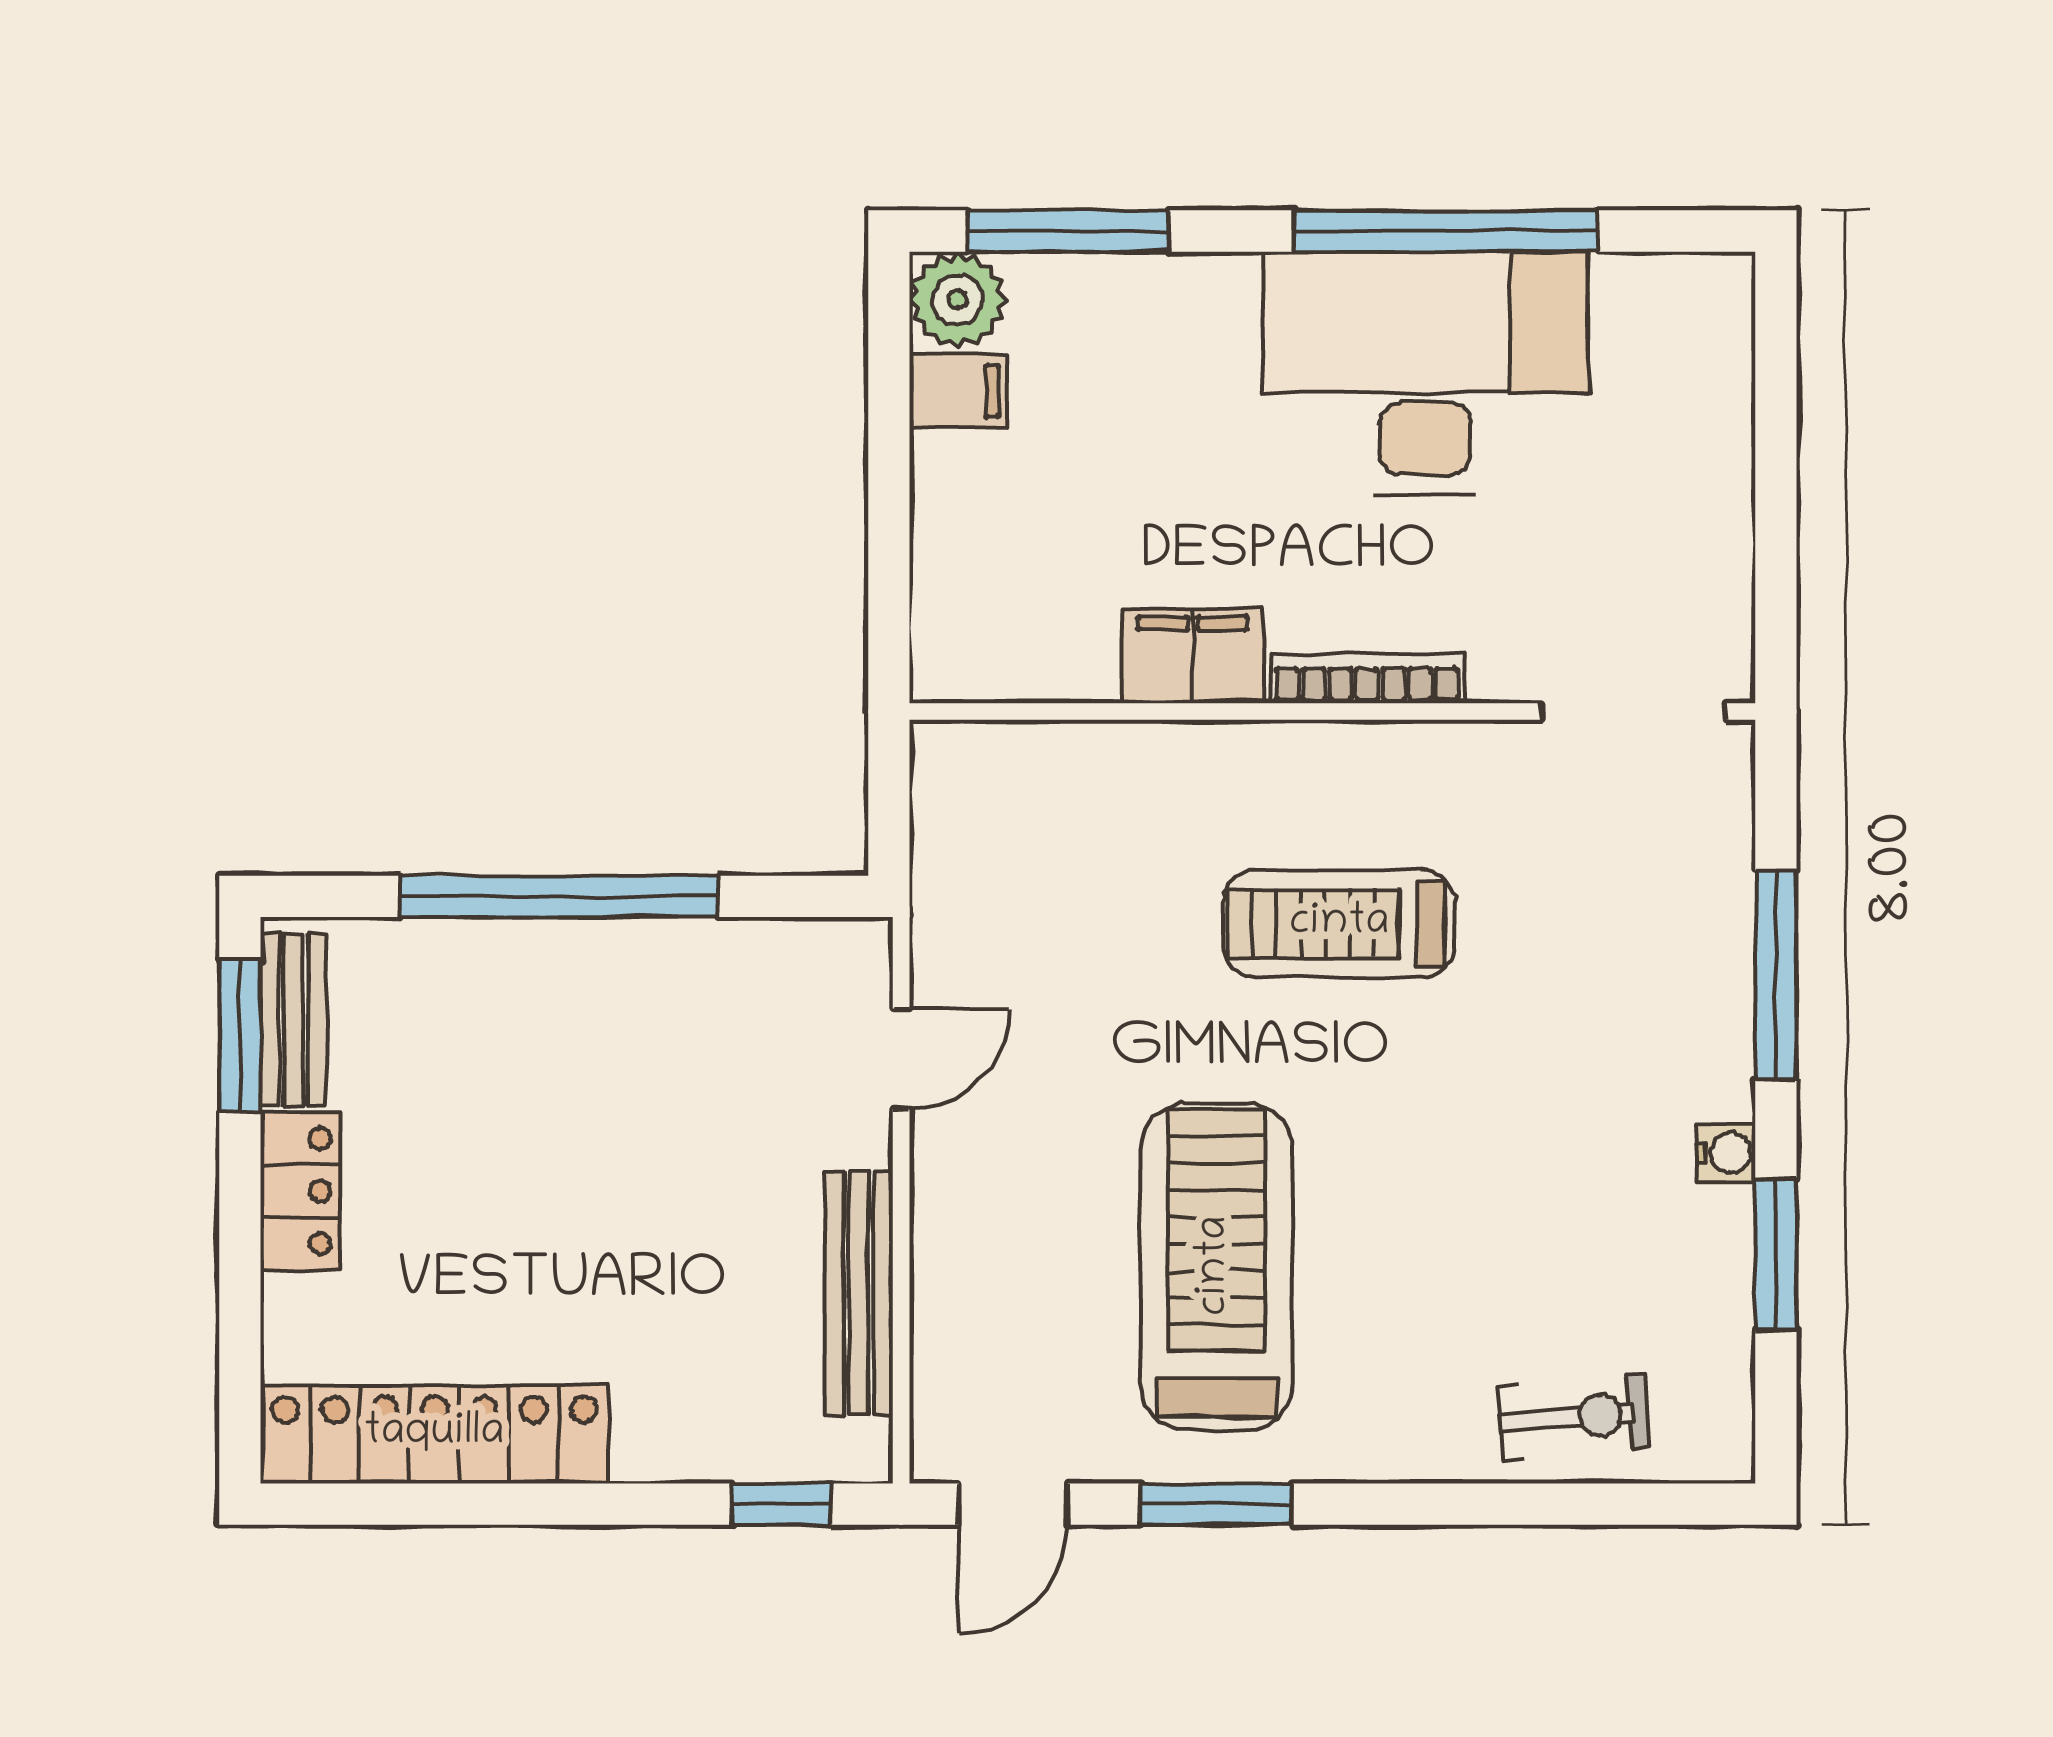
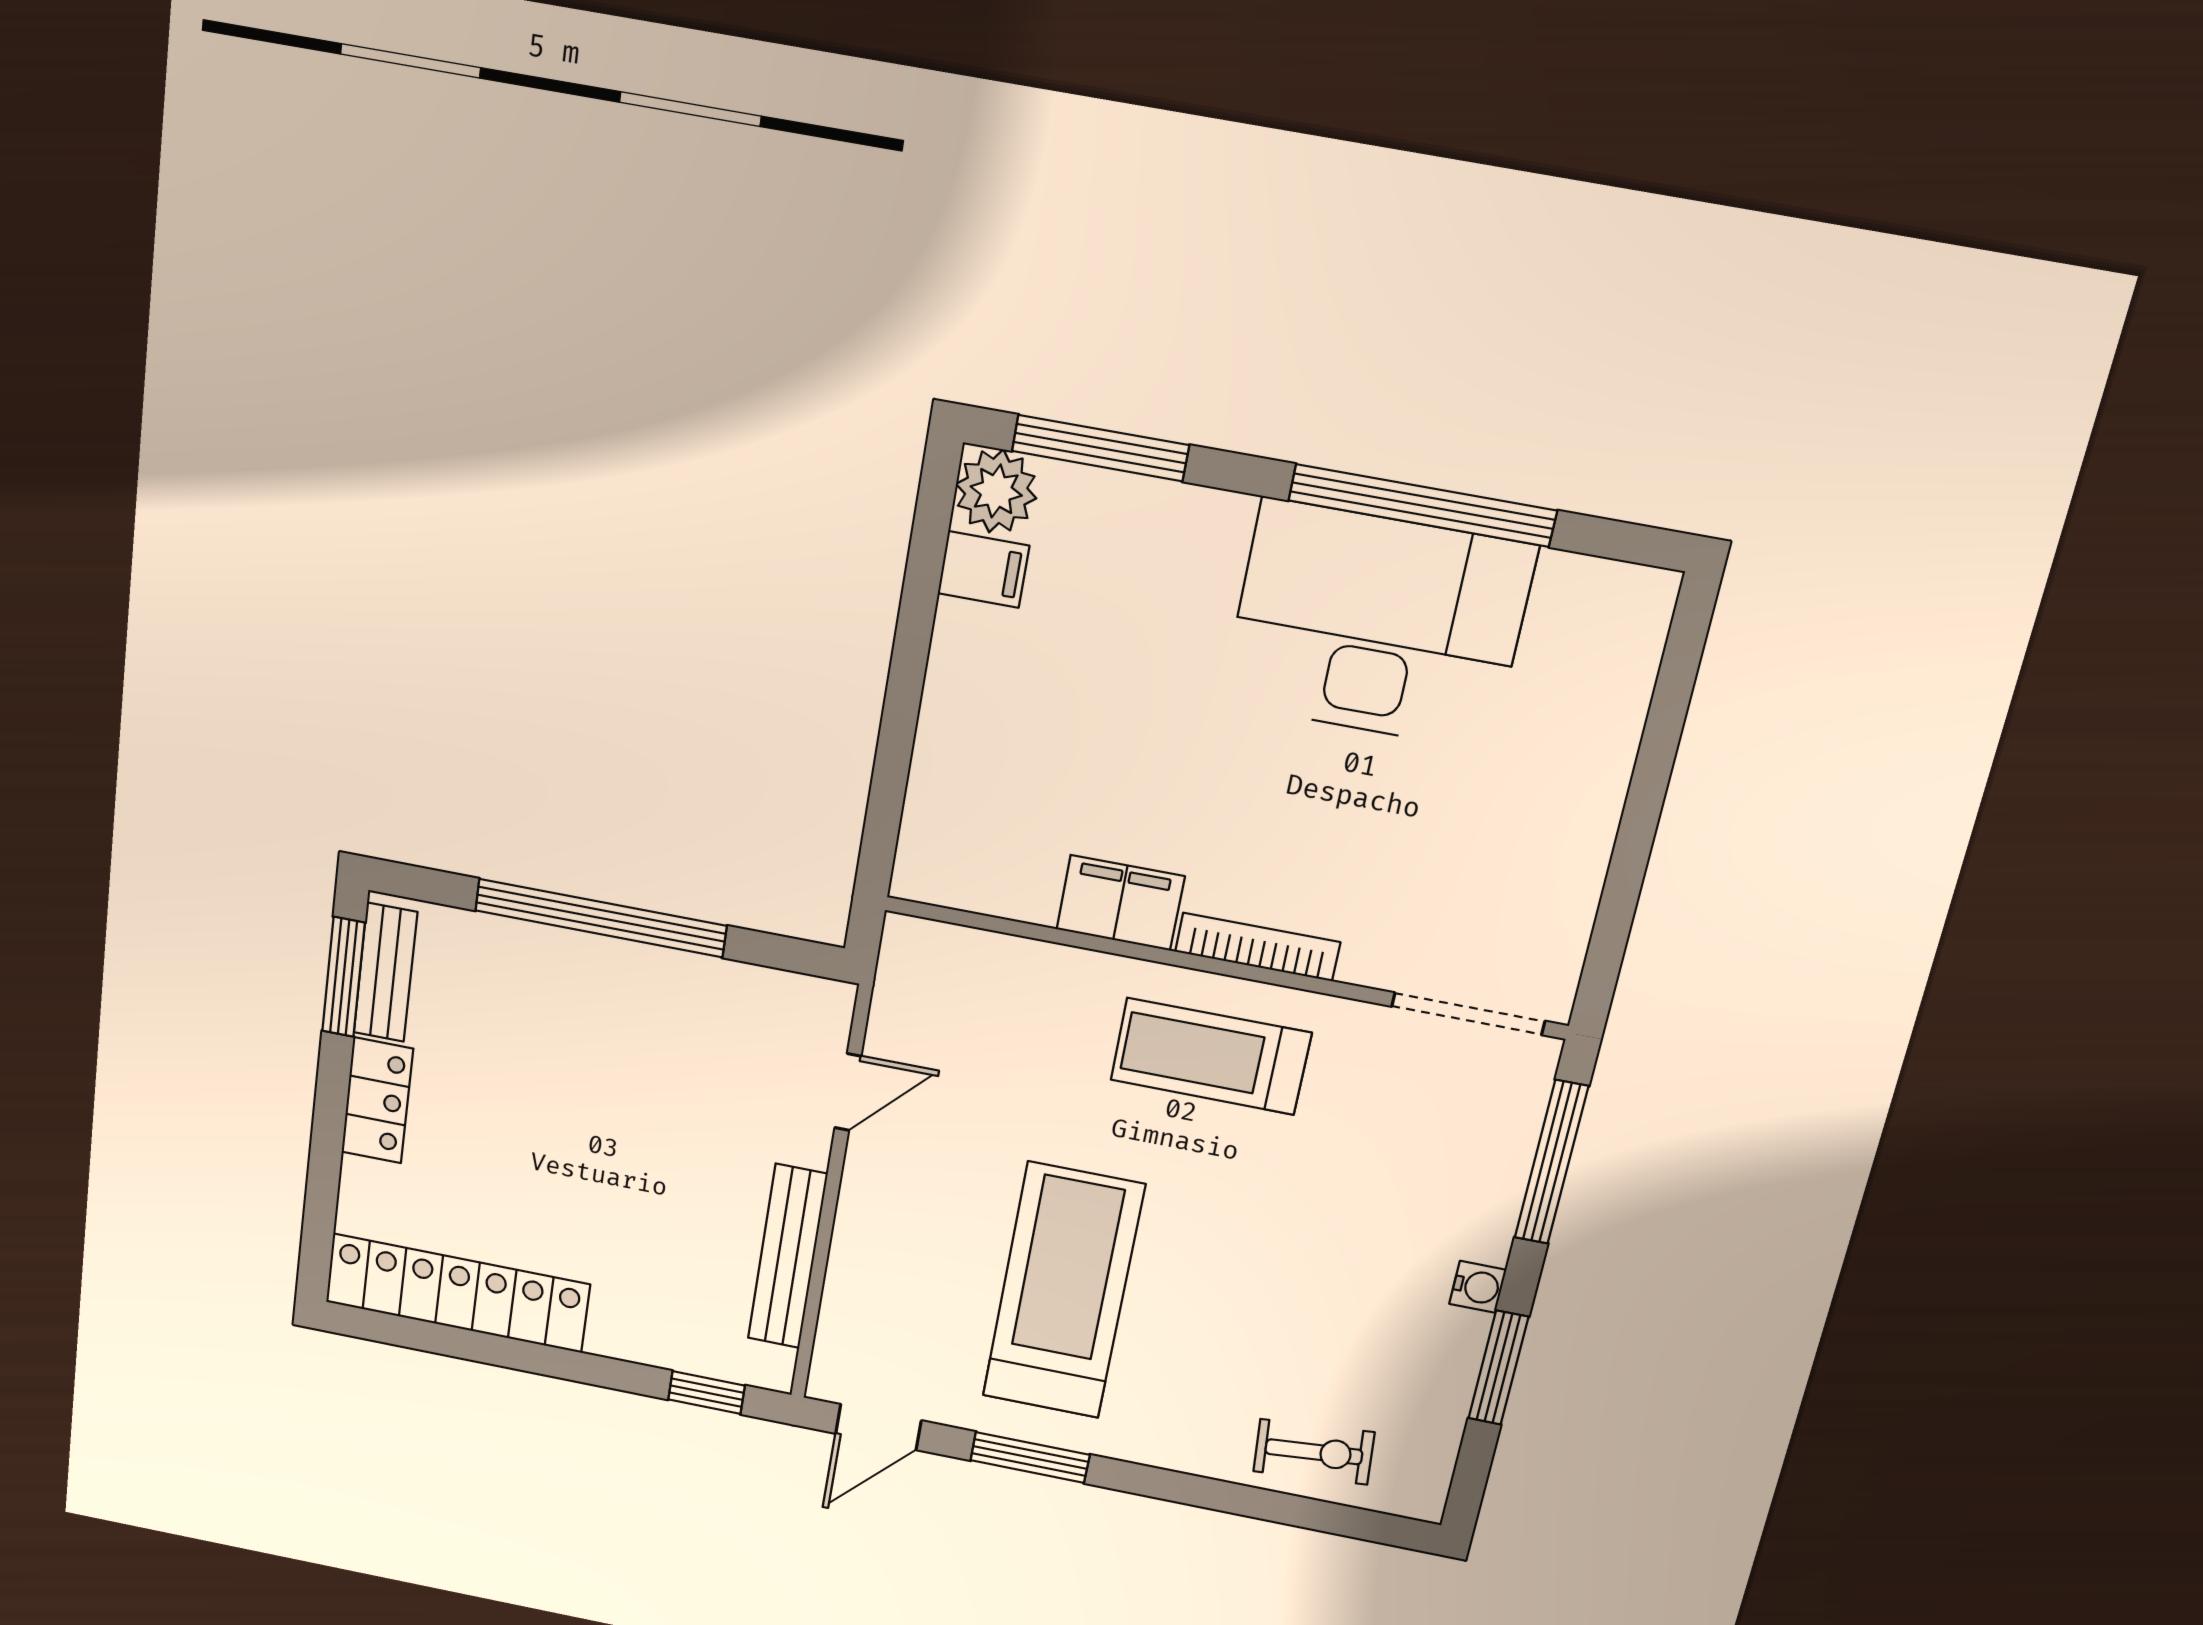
filing cabinet: (1193, 656) -> (1120, 903), moved
bookcase: (1367, 678) -> (1258, 947), moved
wall: (1332, 711) -> (1224, 968), moved
doorway: (1634, 711) -> (1468, 1014), moved

